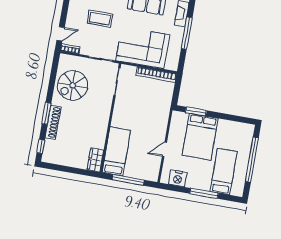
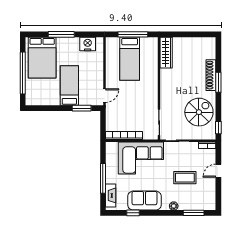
door: (61, 34) -> (218, 171), moved
bed: (200, 137) -> (69, 86), width x0.67
window: (41, 146) -> (218, 128), moved
door: (164, 149) -> (105, 96), moved
bed: (116, 151) -> (130, 59), moved
wardrobe: (95, 160) -> (166, 53), width x1.50
bed: (224, 171) -> (42, 58), width x1.50

